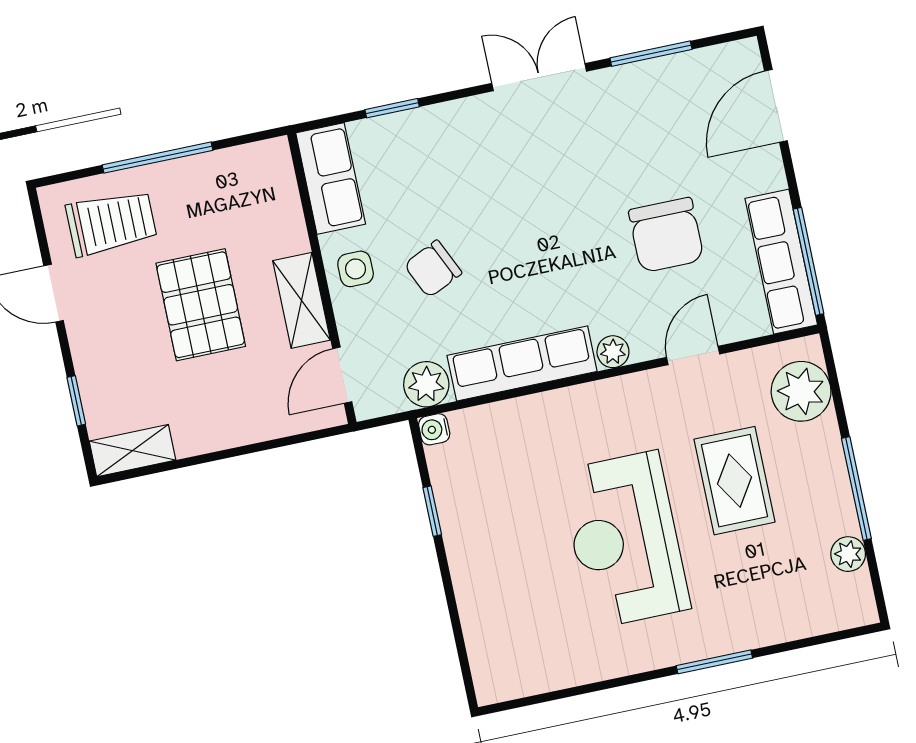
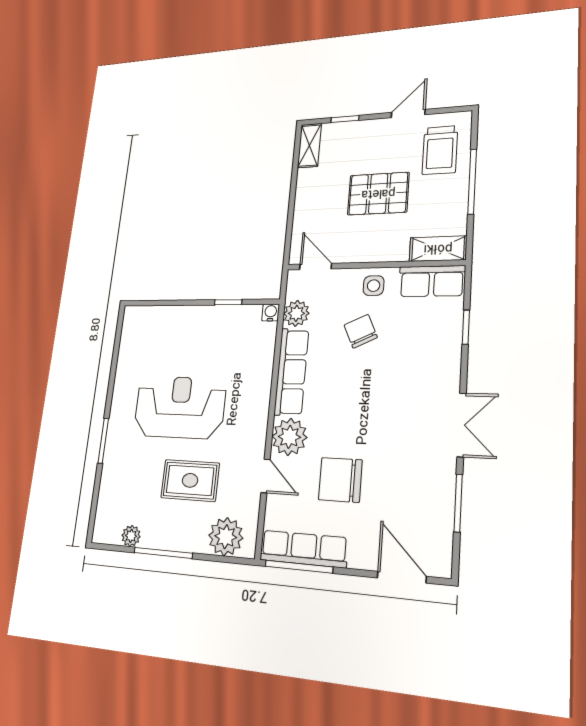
shelving: (302, 300) -> (438, 249), moved
plant: (613, 352) -> (289, 437), width x1.87, depth x1.87

